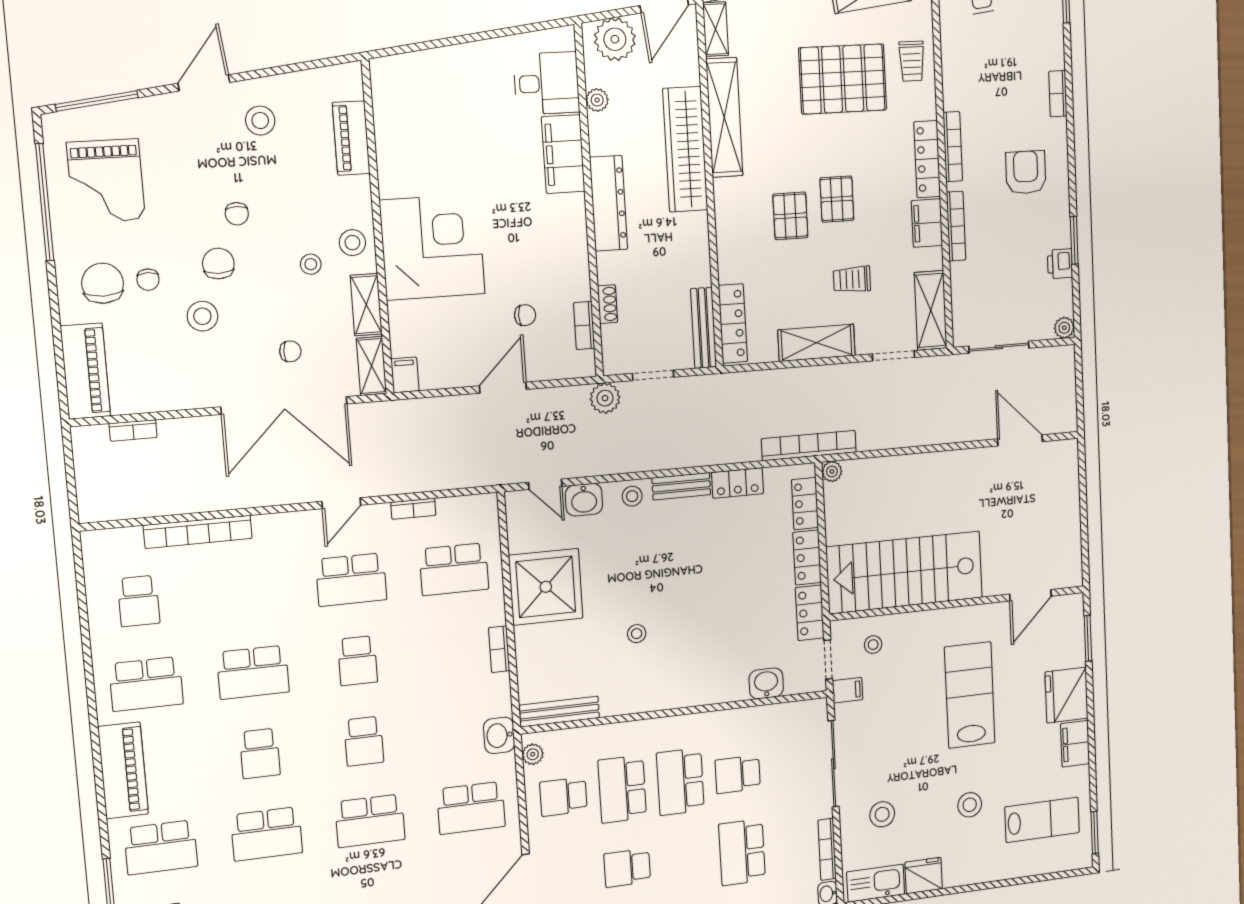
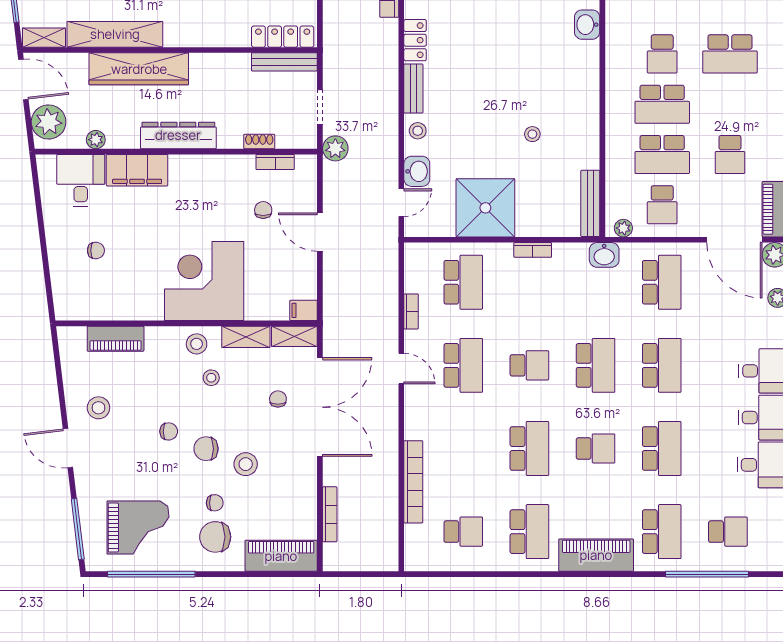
chair: (461, 107) -> (96, 250), added
bookcase: (133, 430) -> (330, 514), width x1.56
school desk: (364, 741) -> (596, 365), width x1.85

